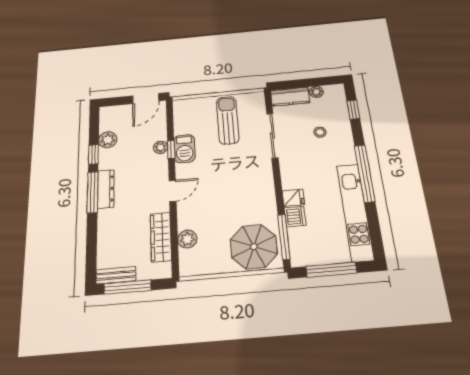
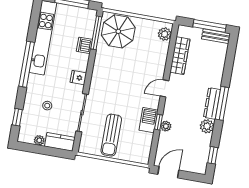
plant: (108, 140) -> (207, 126), moved
window: (93, 154) -> (213, 155), moved
fridge: (293, 198) -> (78, 78), moved
plant: (187, 239) -> (165, 34), moved

